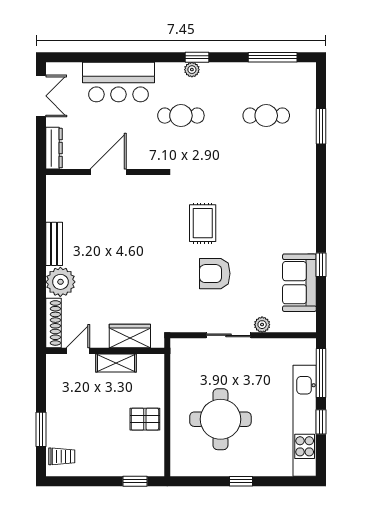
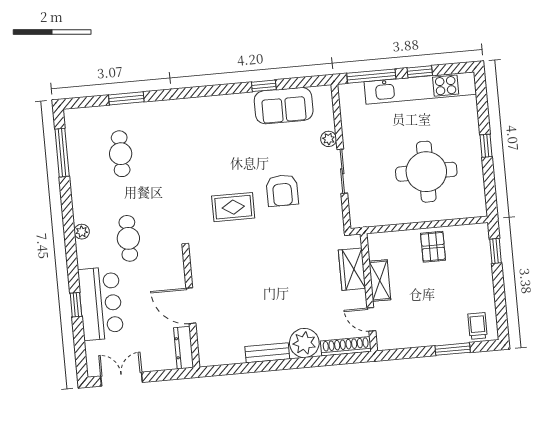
window: (197, 57) -> (76, 305), moved
dresser: (54, 148) -> (184, 348), moved, turned -90

